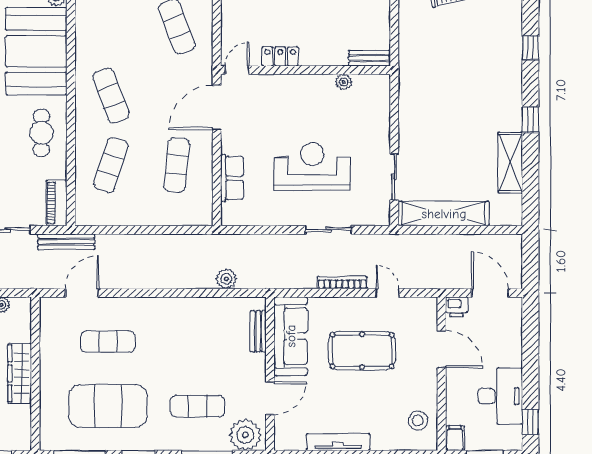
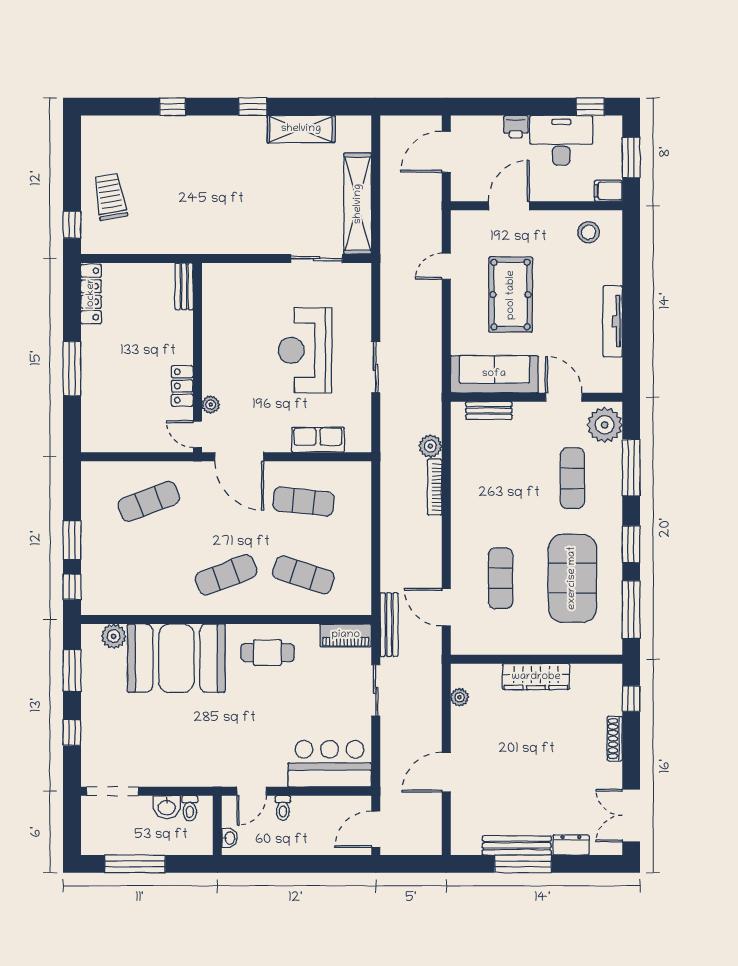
plant: (344, 82) -> (211, 405), moved
sliding door: (328, 230) -> (376, 367), moved
bookcase: (342, 283) -> (435, 487), moved
printer: (456, 307) -> (516, 127), moved, turned 90

